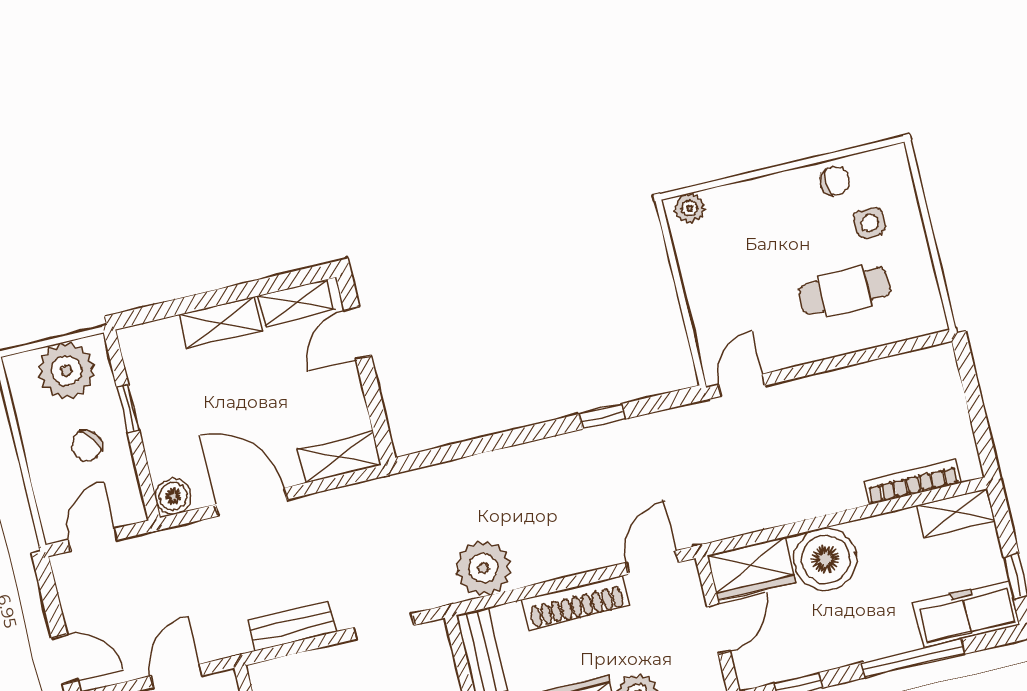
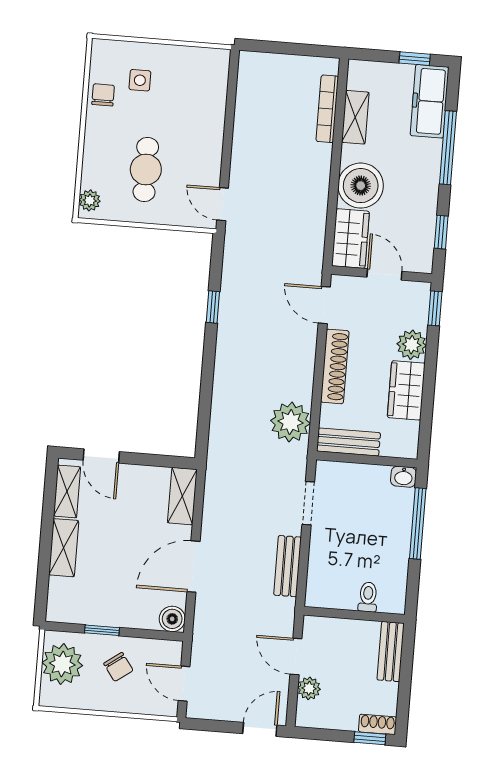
cafe table: (845, 291) -> (146, 170), moved
shelving: (956, 513) -> (355, 117), moved

